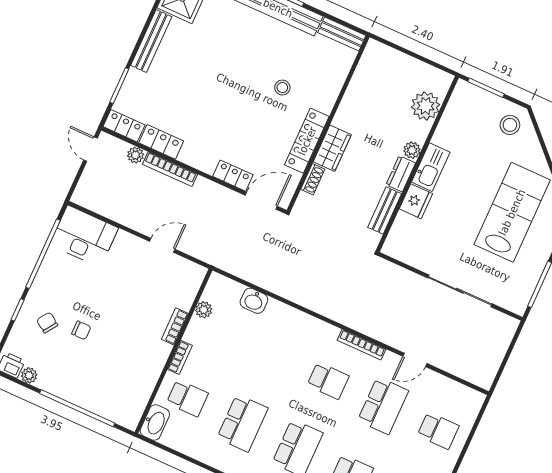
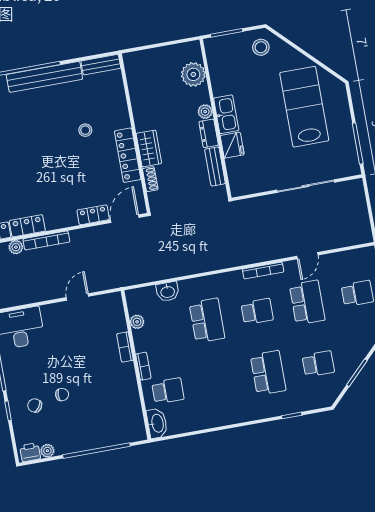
school desk: (242, 423) -> (207, 320), moved

